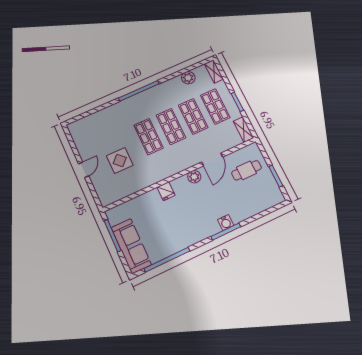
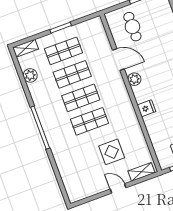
shelving: (244, 130) -> (141, 172), moved

